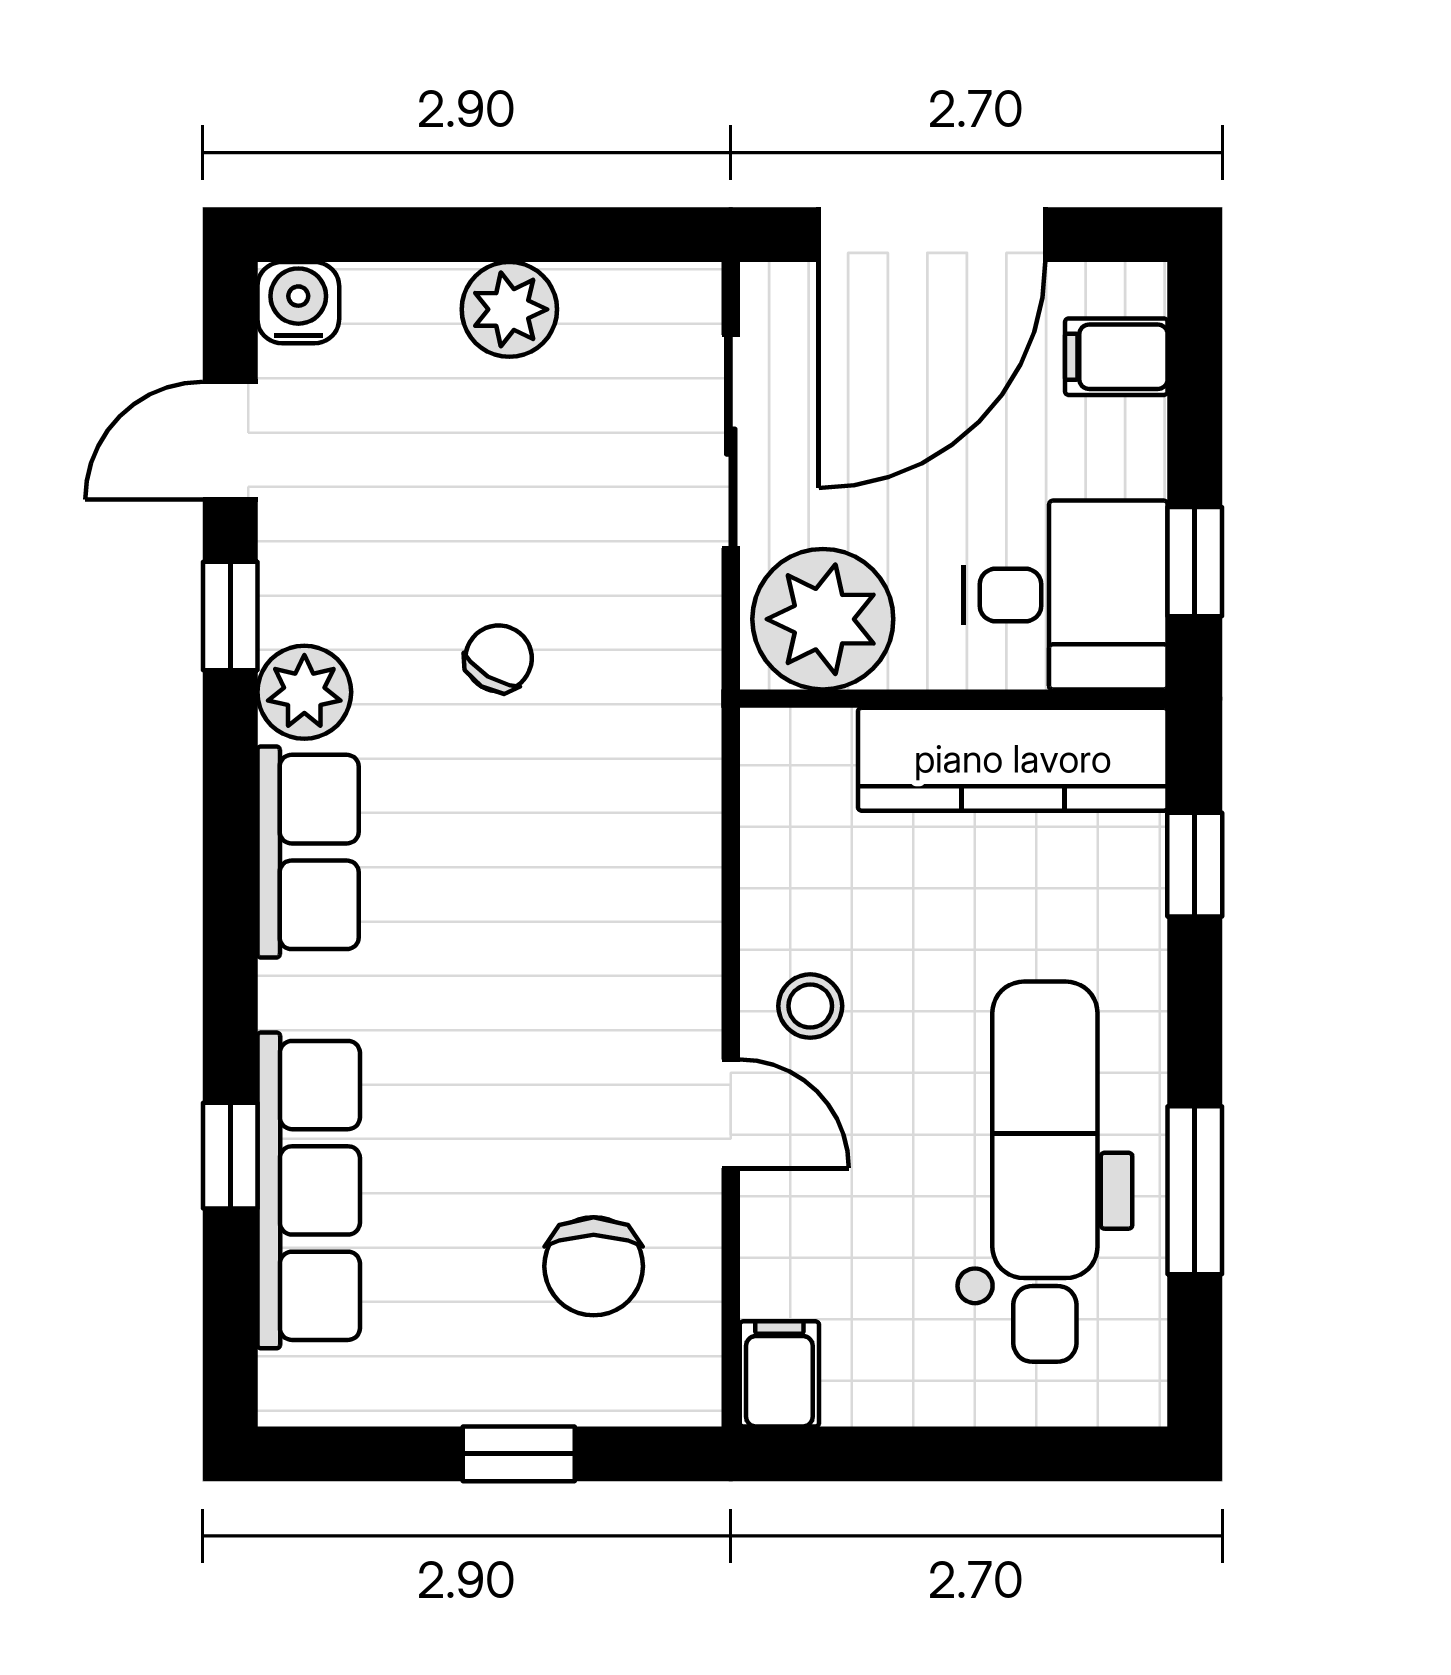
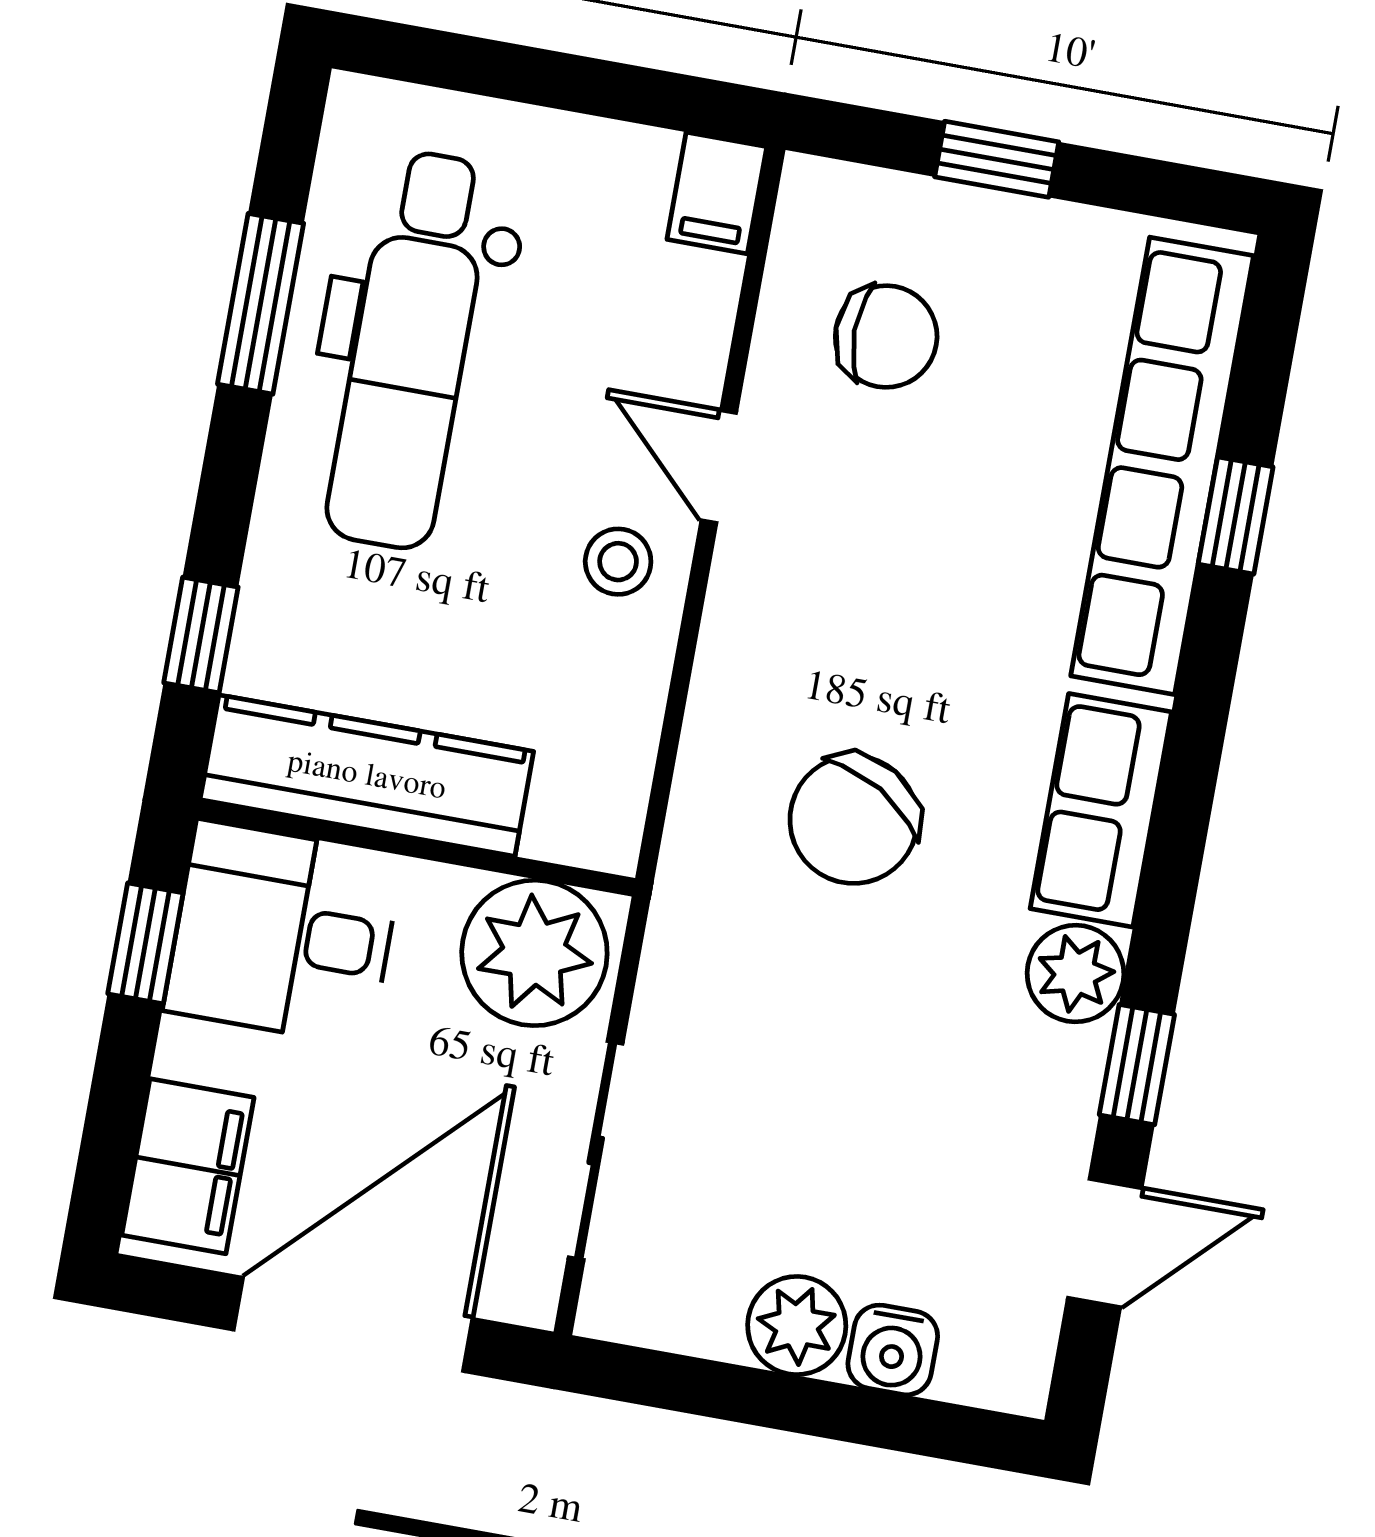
water cooler: (298, 303) -> (893, 1350), moved
filing cabinet: (1116, 357) -> (188, 1166), width x2.00
chair: (499, 658) -> (854, 820), moved, width x1.87, depth x1.87
row of seats: (309, 1190) -> (1162, 466), width x1.36
chair: (594, 1266) -> (886, 336), turned 90

